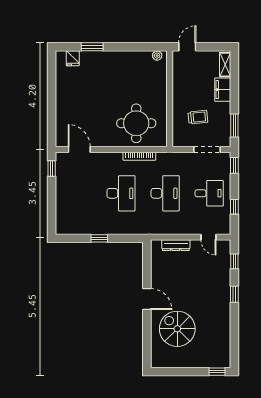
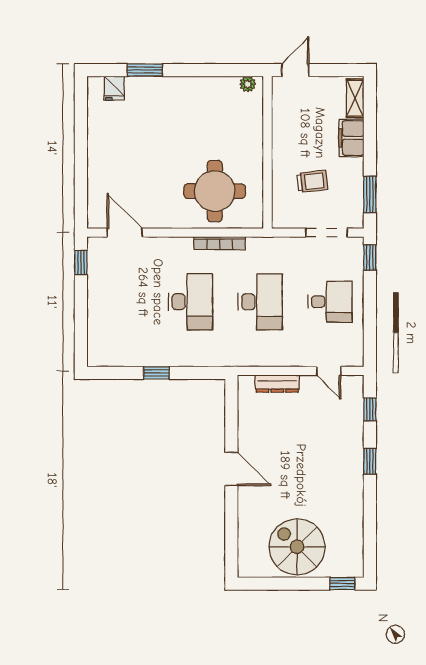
window: (234, 207) -> (370, 323), removed
spiral stairs: (177, 329) -> (297, 547), moved

